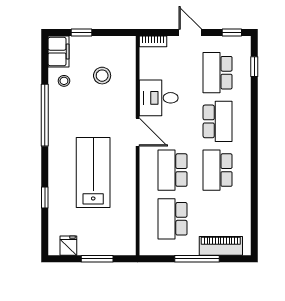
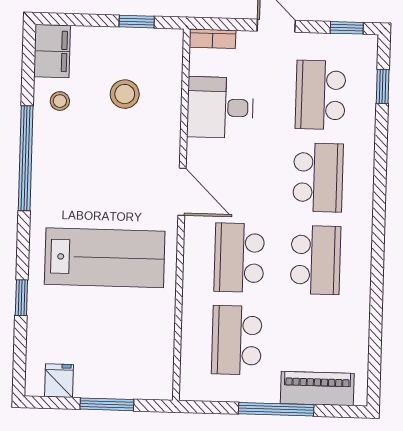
window: (82, 33) -> (137, 22), moved
desk: (159, 98) -> (220, 107), moved
school desk: (218, 170) -> (316, 260), turned 180
lab bench: (93, 172) -> (105, 258), turned 90

